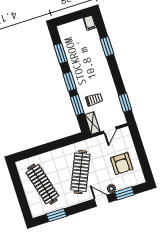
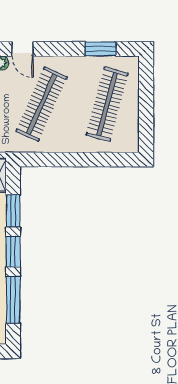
window: (61, 53) -> (13, 300), width x1.44
clothes rail: (42, 184) -> (107, 104), turned 30

